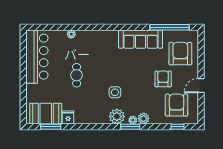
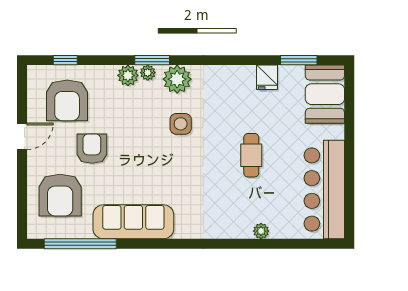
armchair: (163, 79) -> (92, 149), turned 180
booth: (46, 114) -> (325, 94), moved, turned 90

